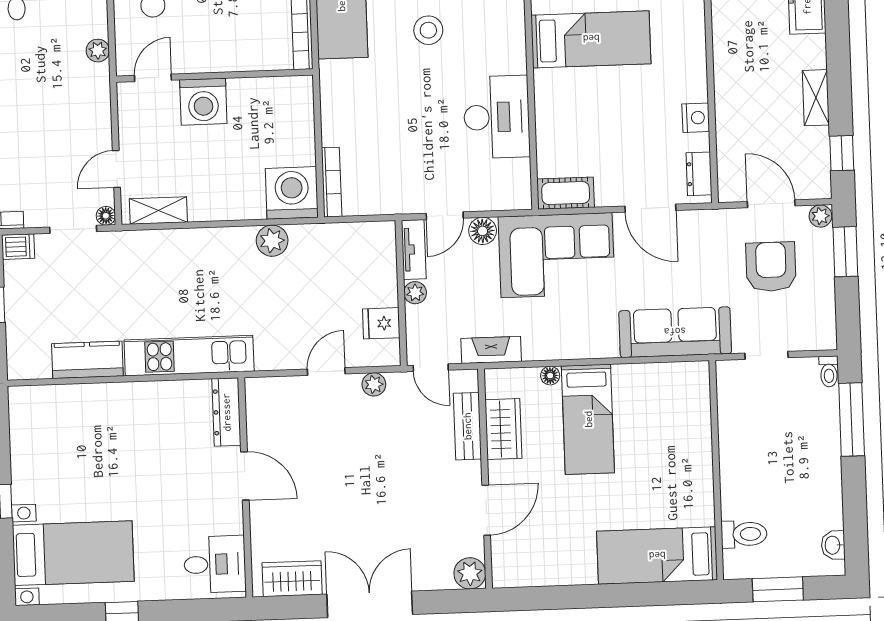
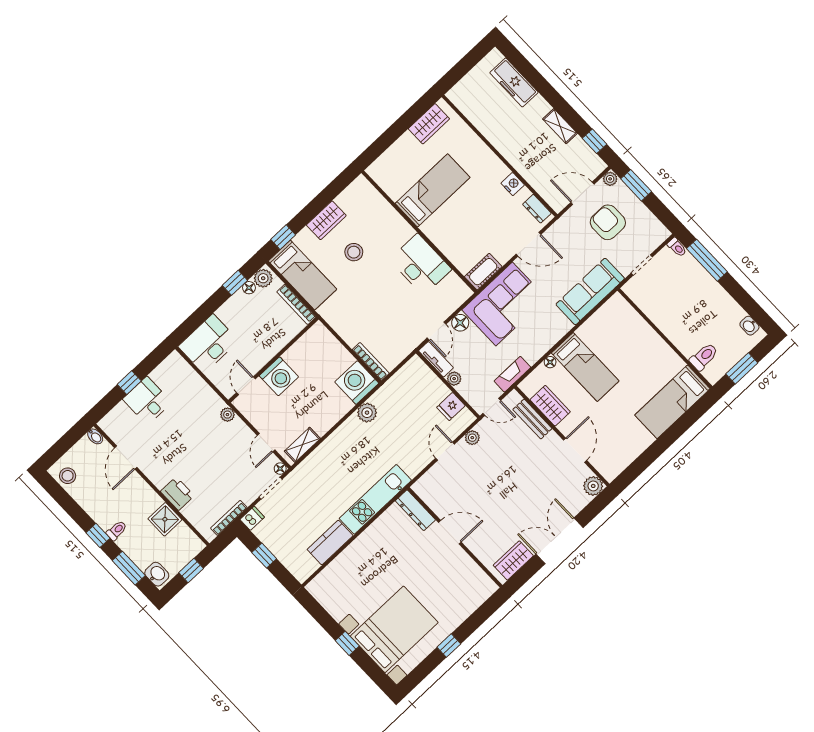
plant: (98, 51) -> (227, 415), moved
bed with nightstands: (73, 553) -> (394, 629), width x1.36
desk: (215, 564) -> (472, 585), removed

